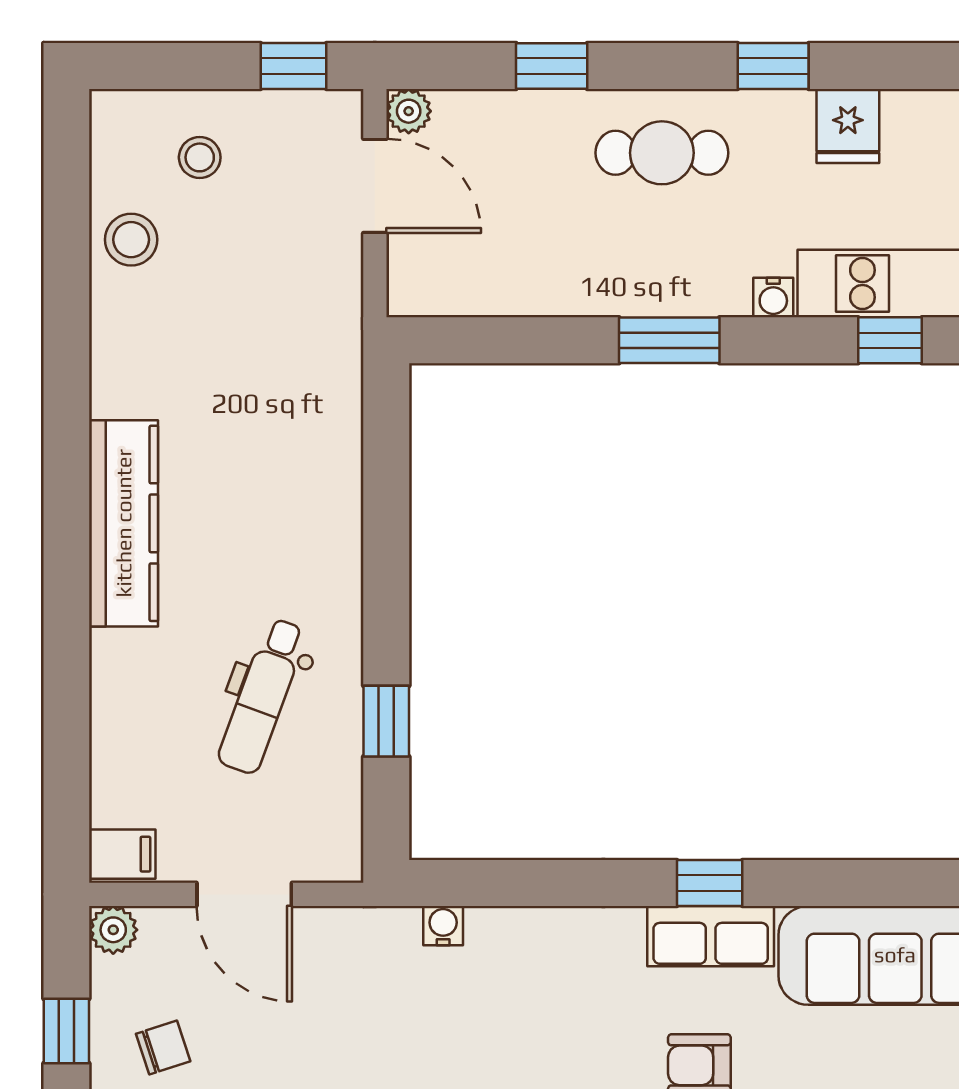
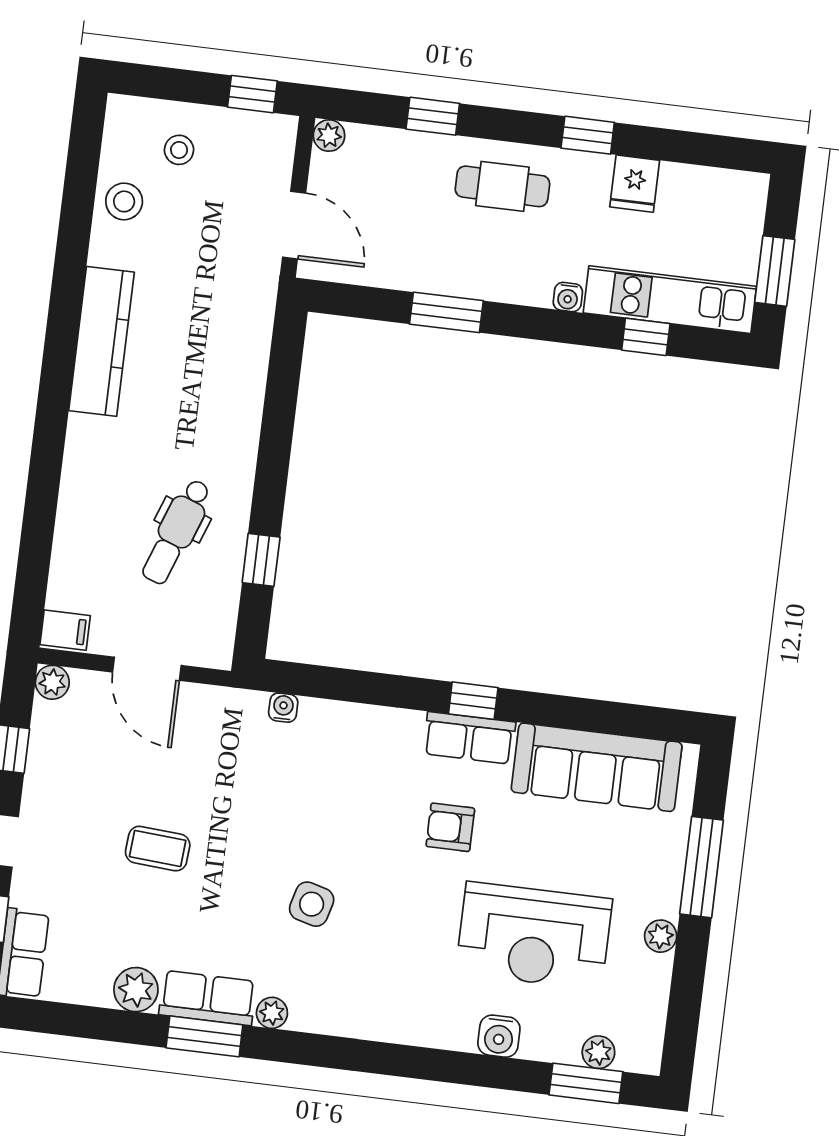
door: (375, 186) -> (294, 225), moved
window: (669, 340) -> (446, 312), moved
kitchen counter: (124, 523) -> (102, 341), moved
chair: (163, 1048) -> (77, 769), removed

